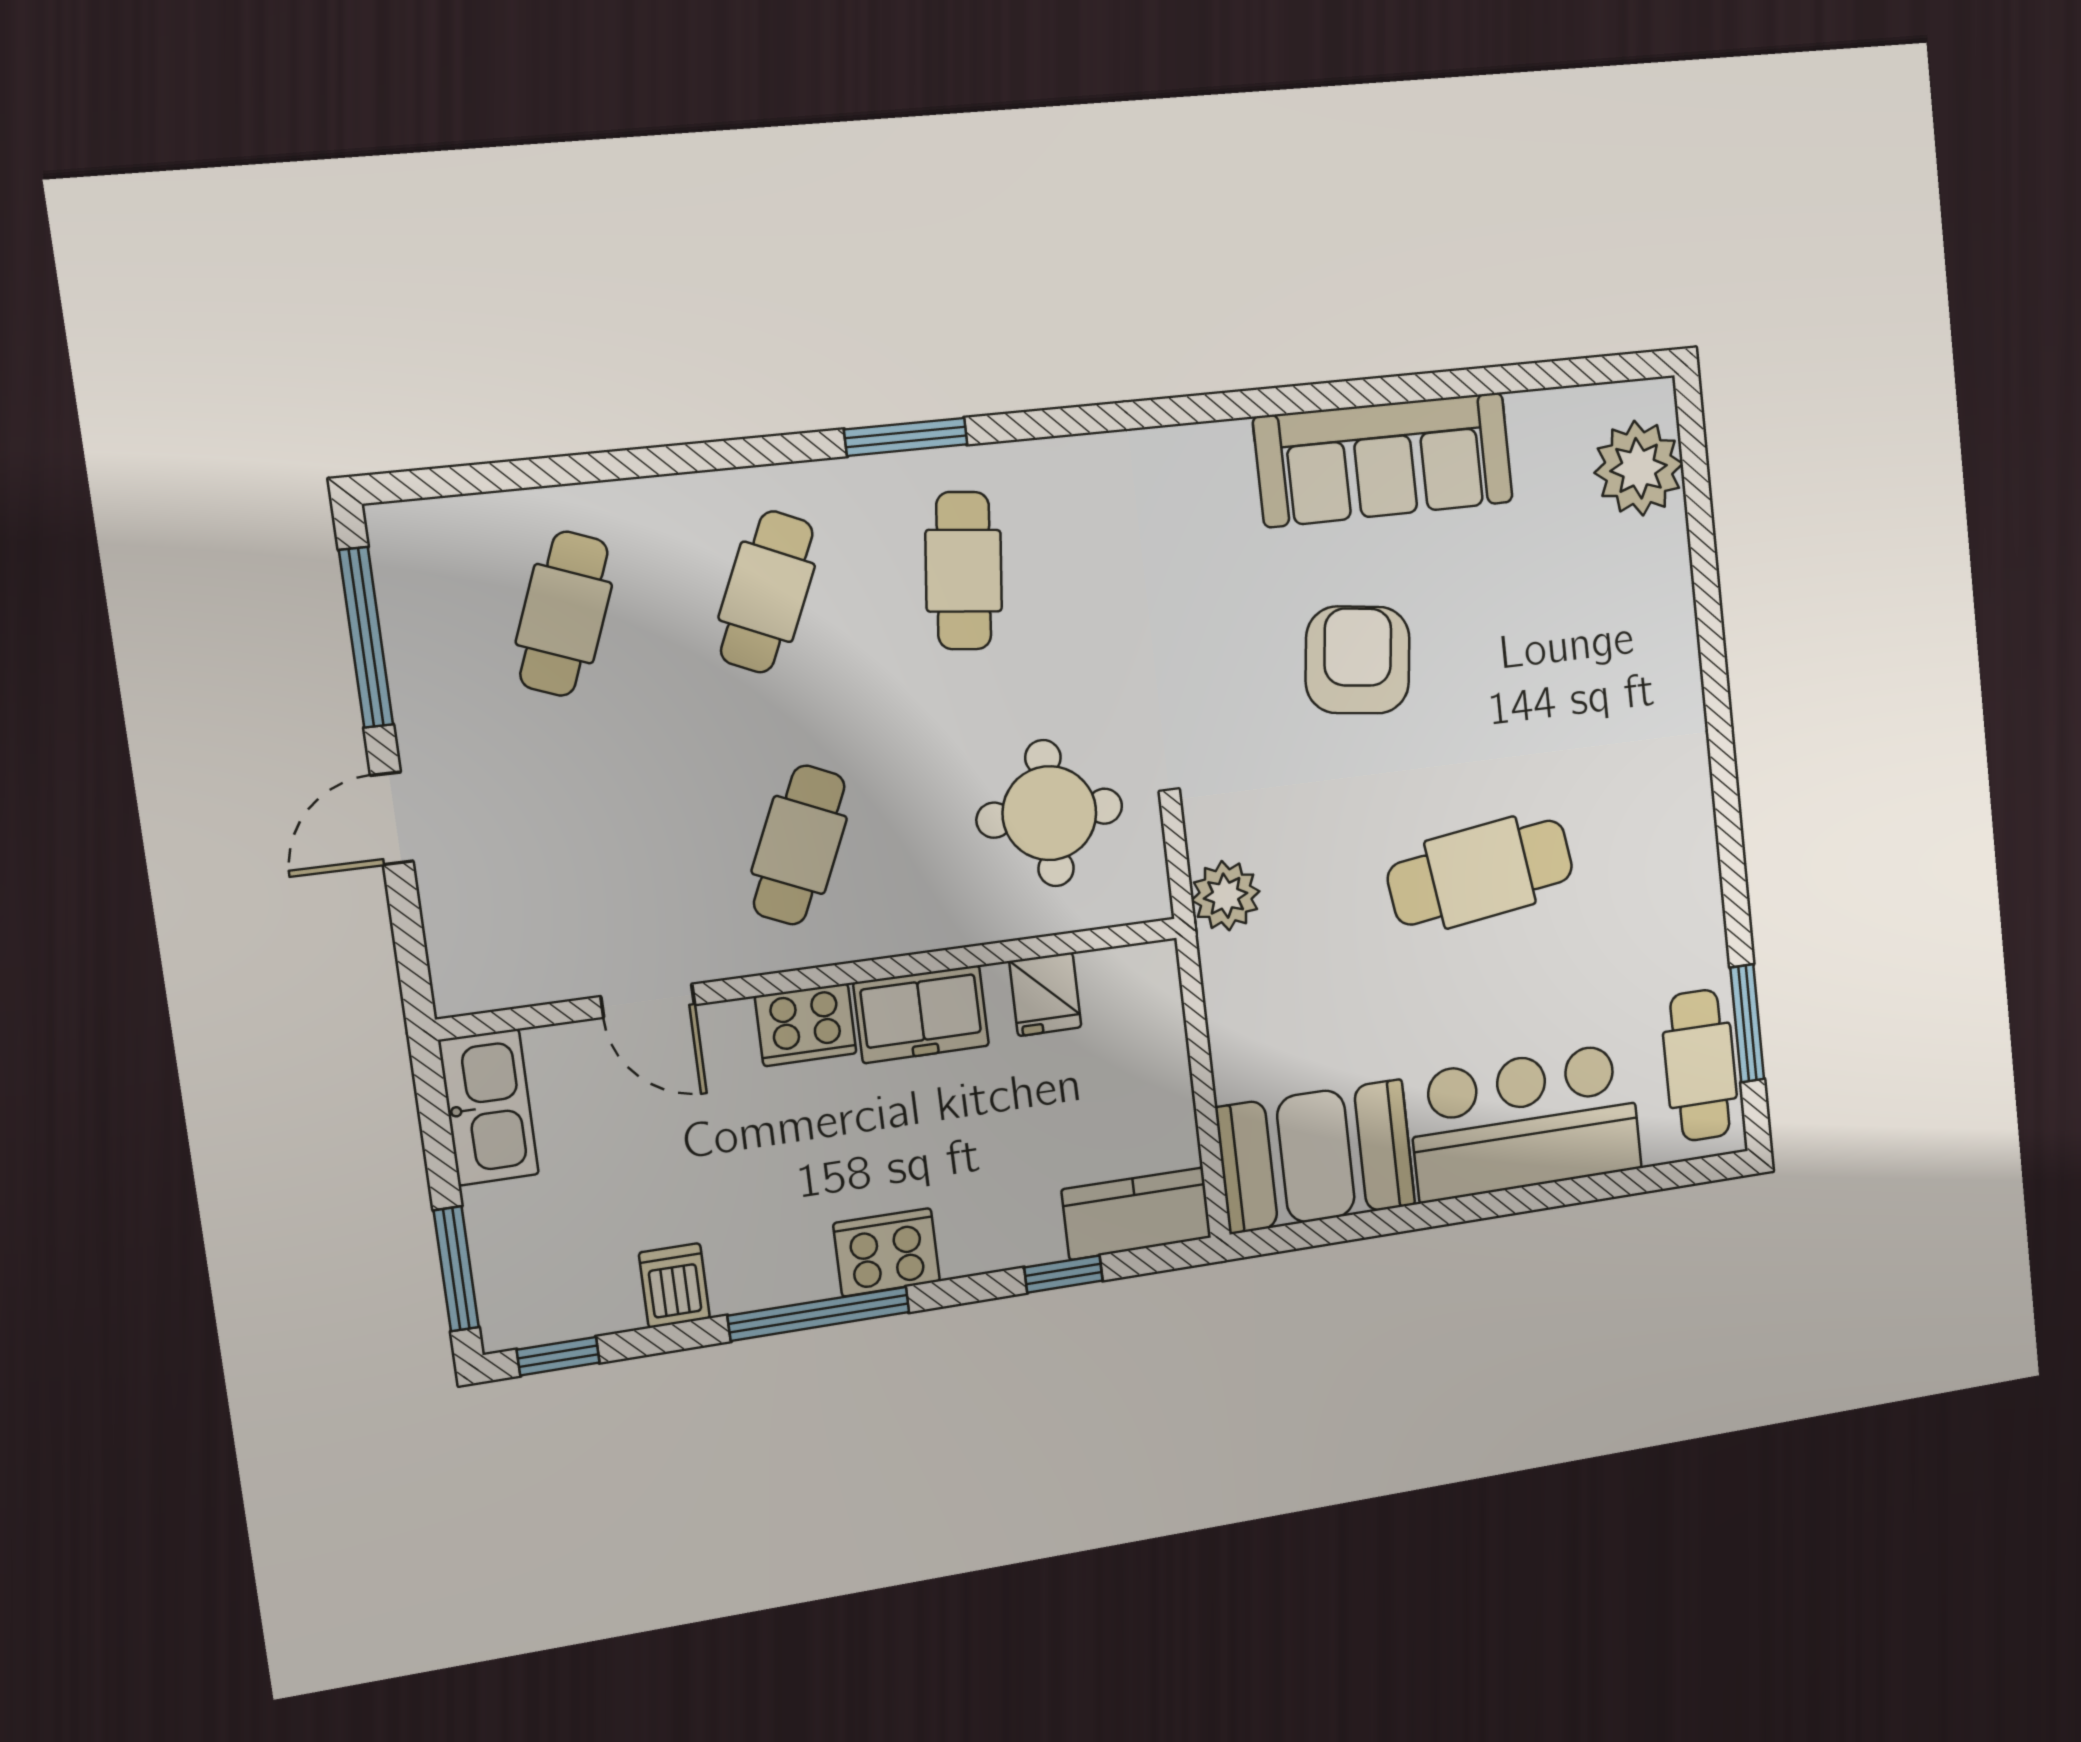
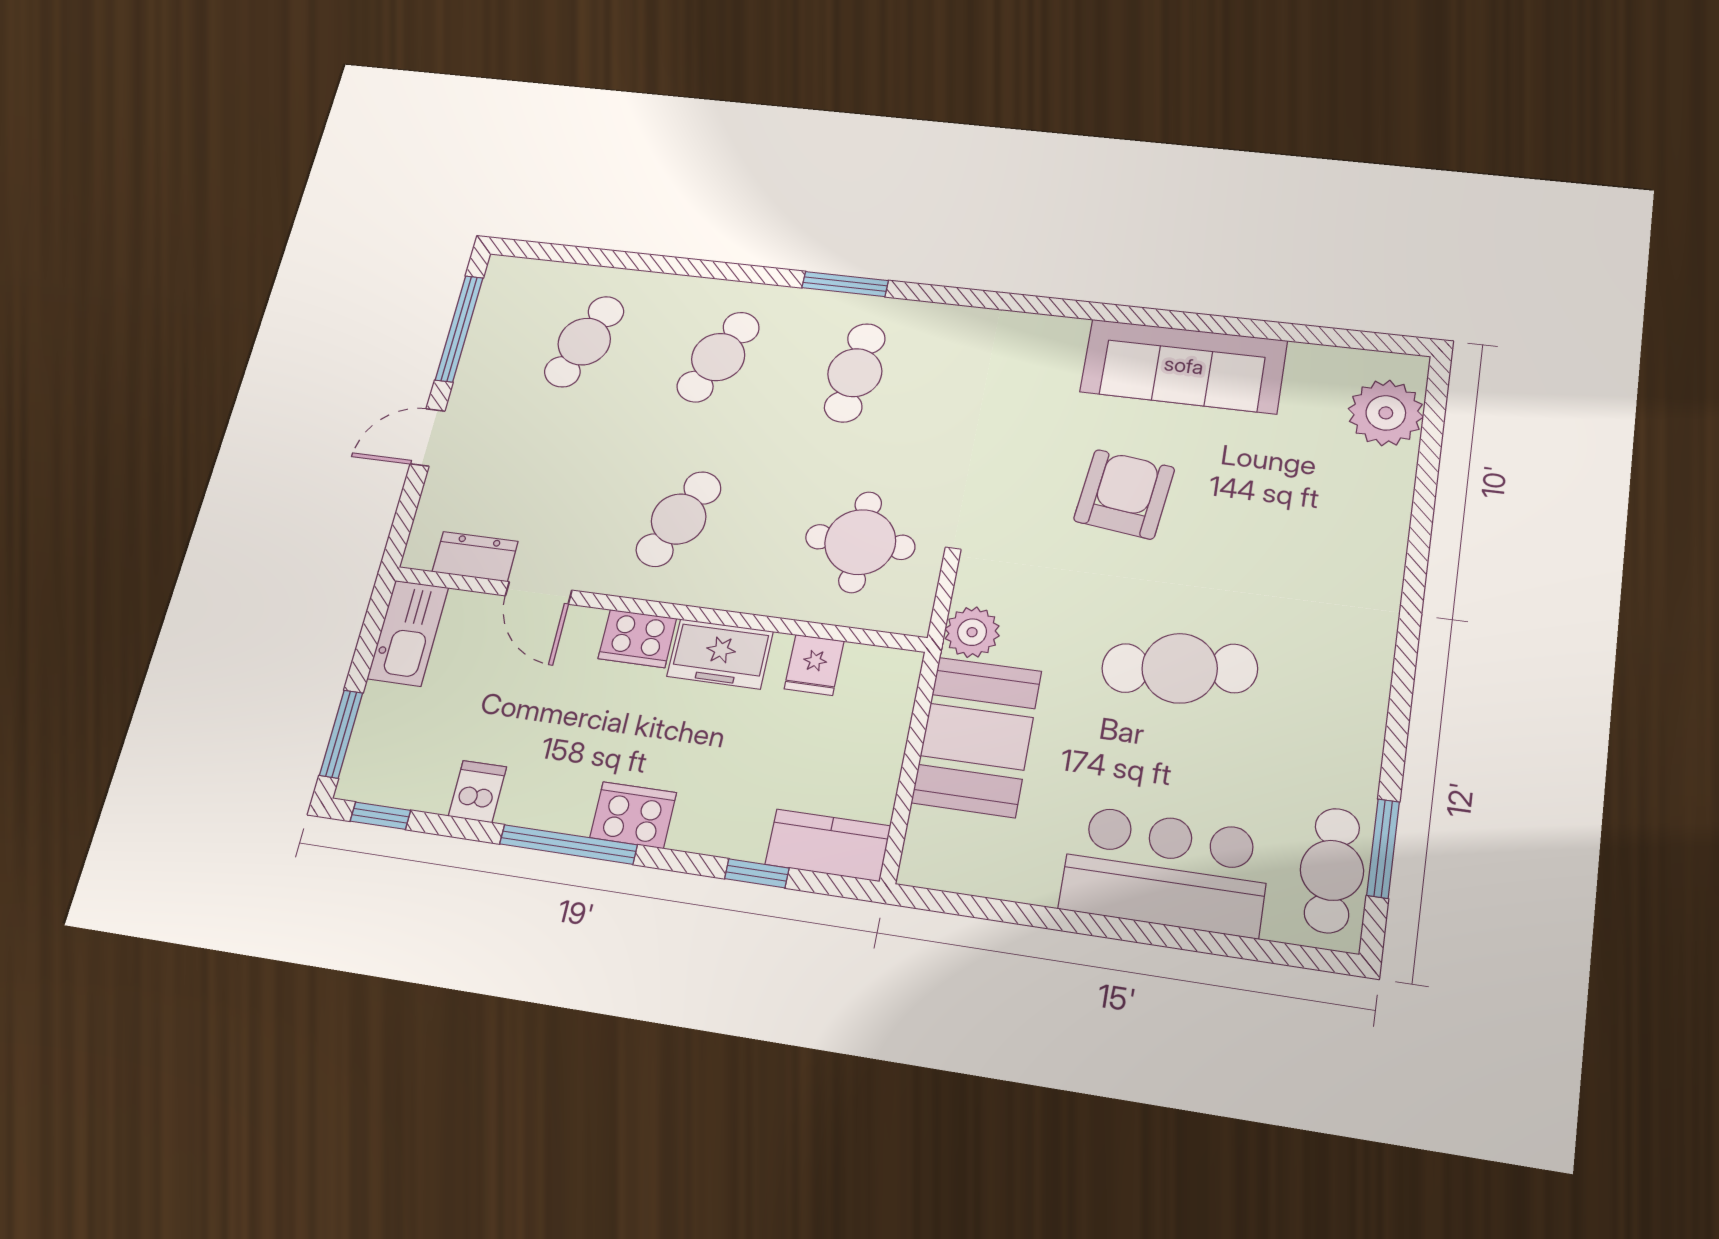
dresser: (537, 975) -> (475, 557), added
booth: (1316, 1156) -> (977, 737), moved, turned 90

